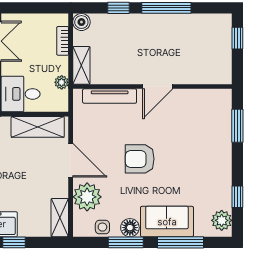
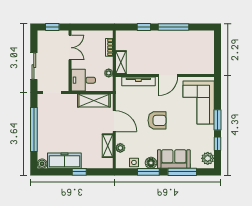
boiler: (81, 22) -> (121, 36), removed
window: (237, 38) -> (217, 46), removed
window: (237, 126) -> (217, 120), moved
corner sofa: (207, 130) -> (199, 103), added
armchair: (140, 159) -> (157, 120), turned 180
plant: (87, 197) -> (120, 148), width x0.53, depth x0.53
shelving: (60, 218) -> (108, 146), moved

